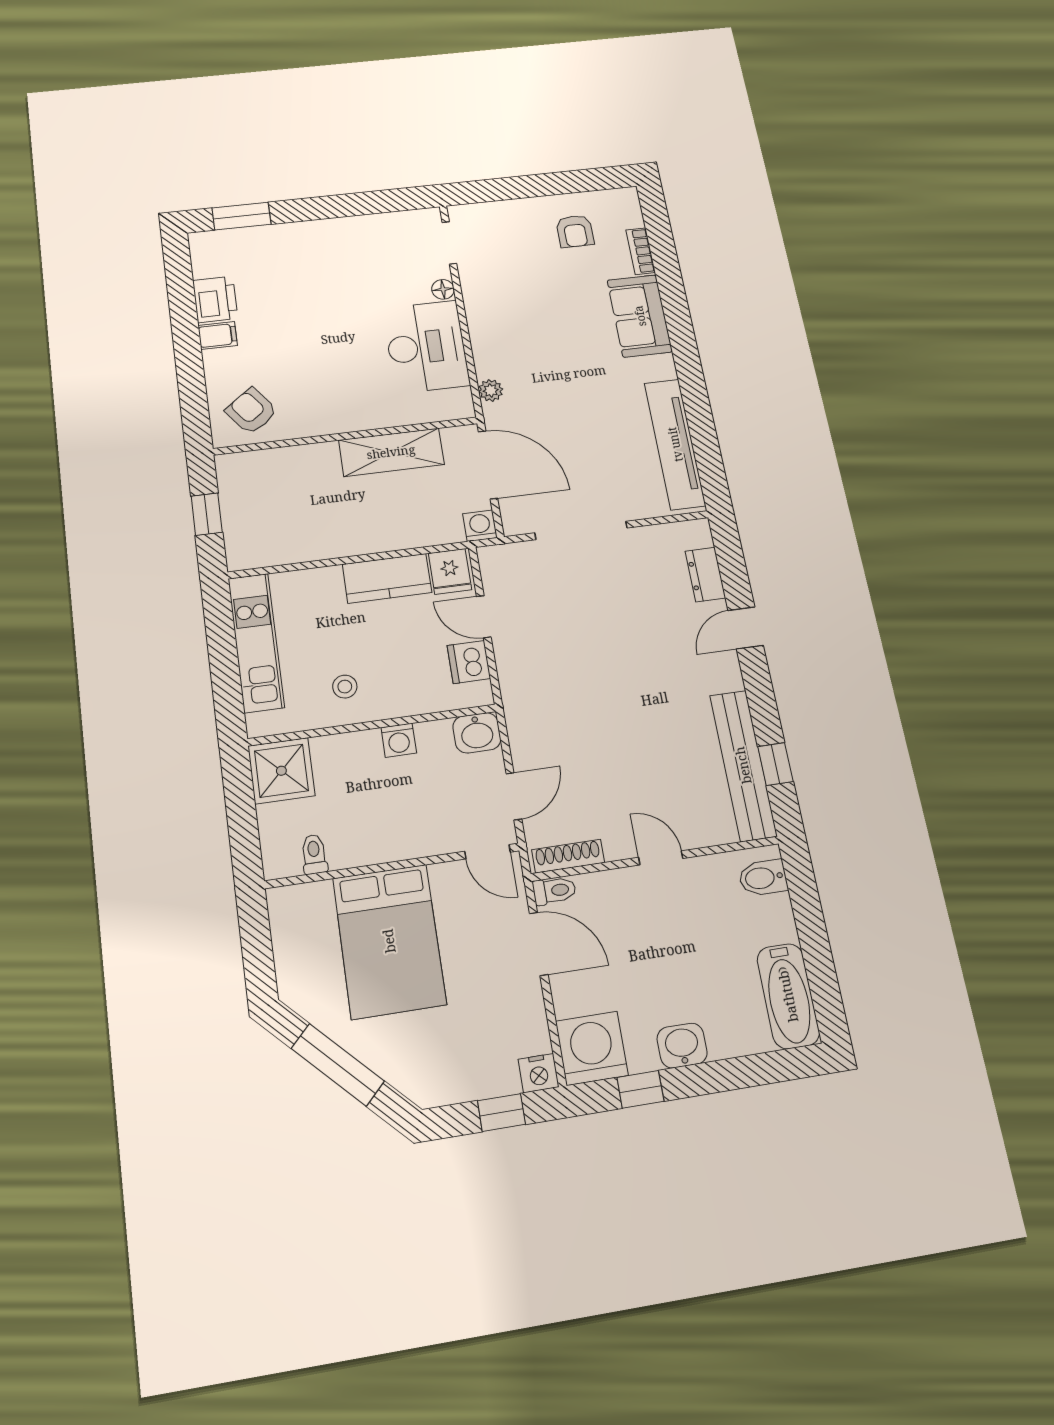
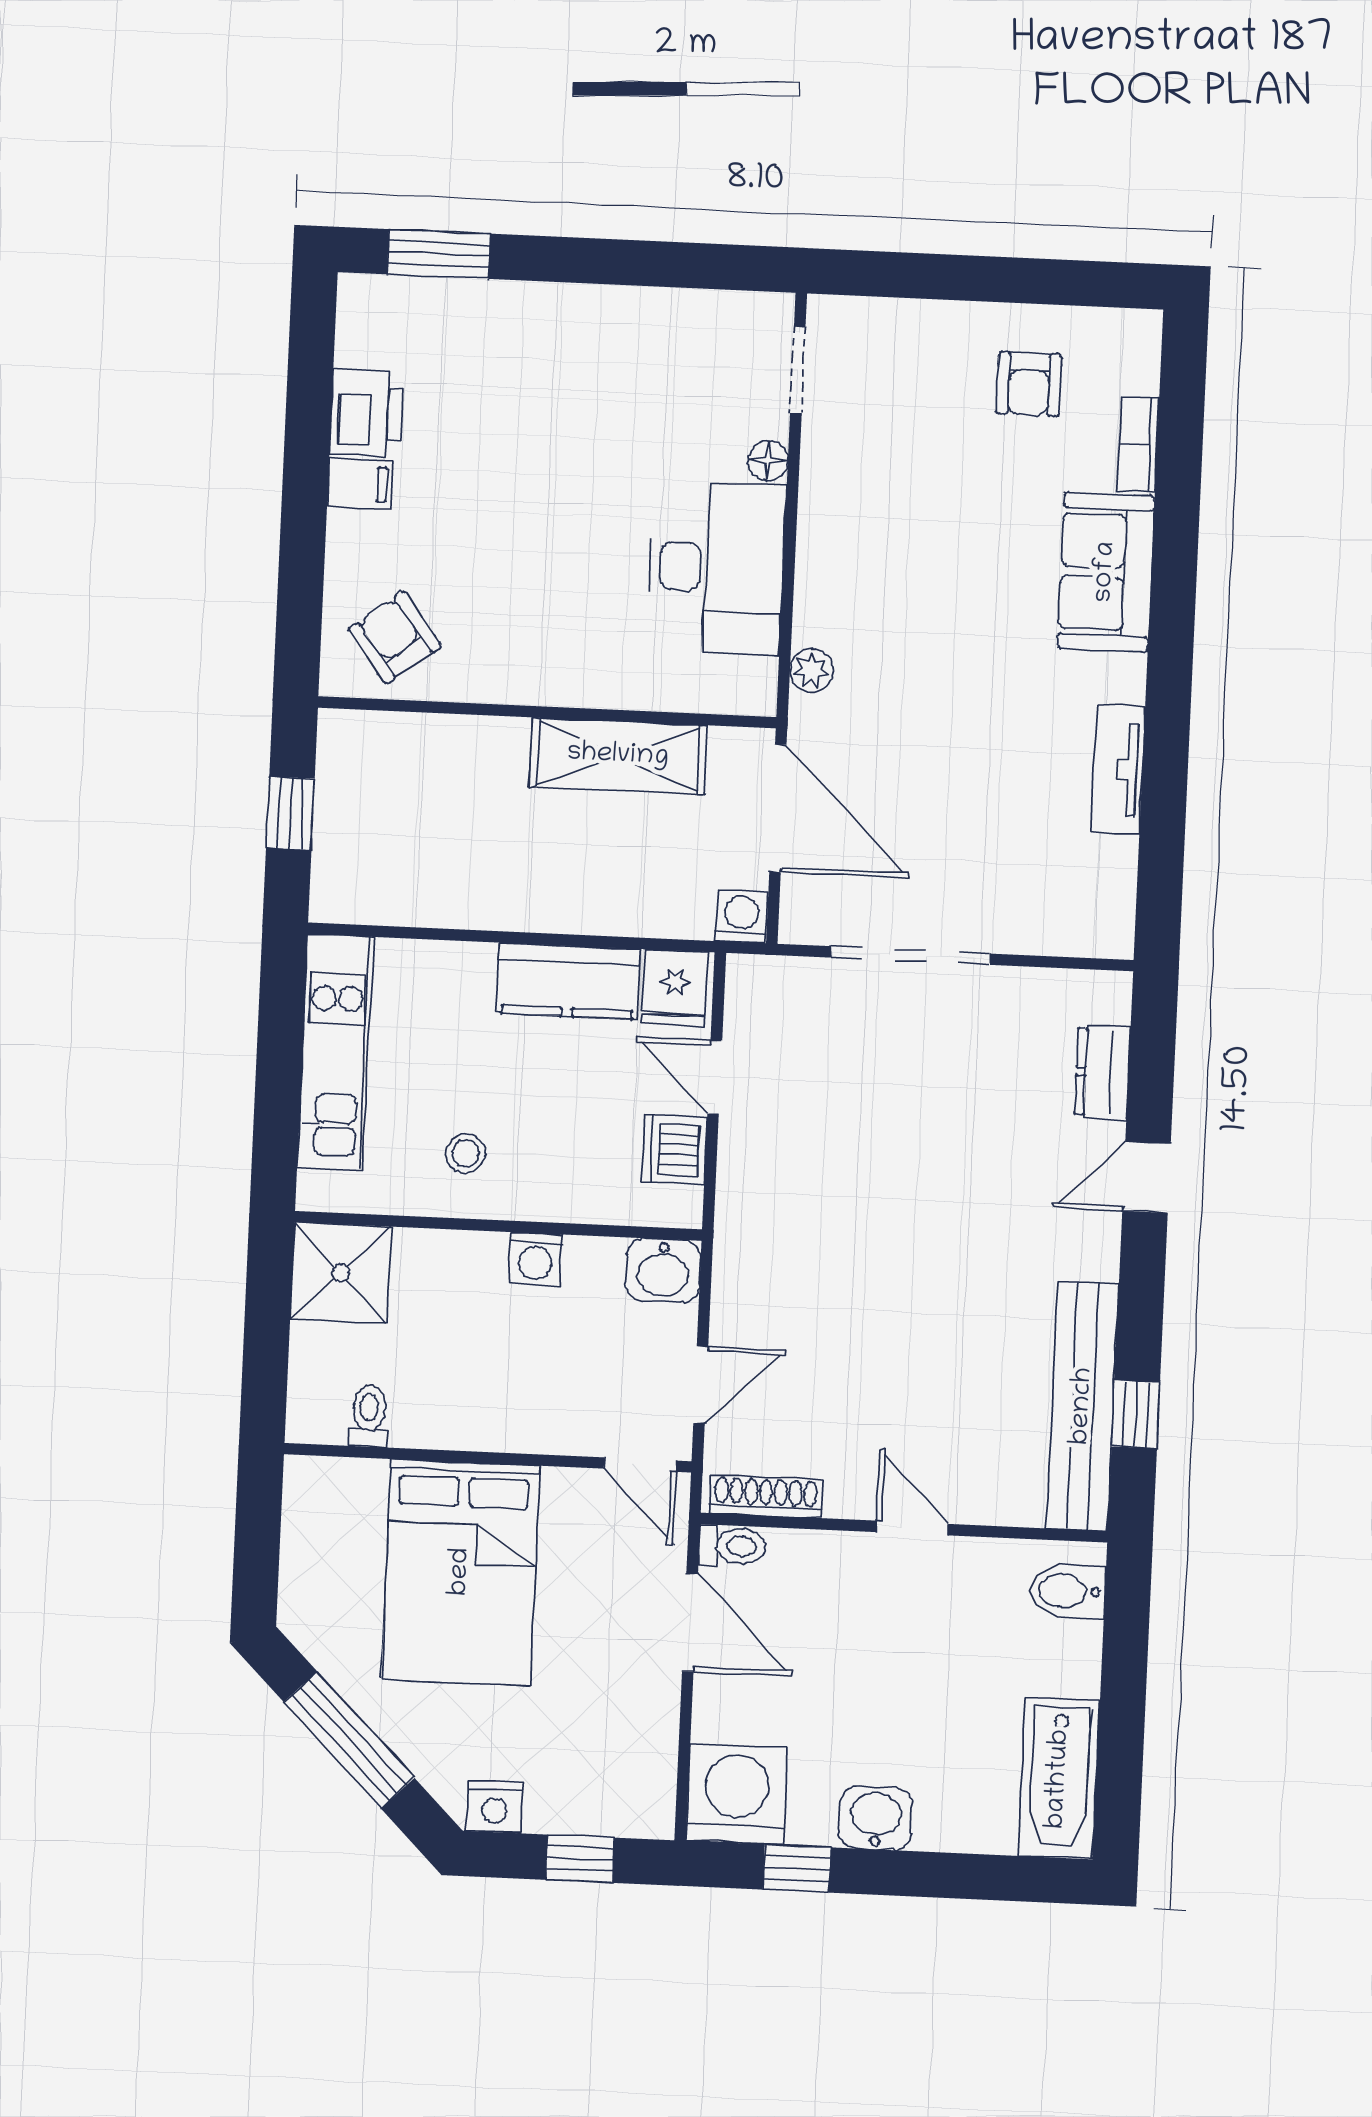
tv unit: (675, 444) -> (1118, 769), width x0.52, depth x0.78
nightstand: (539, 1073) -> (495, 1807), moved

